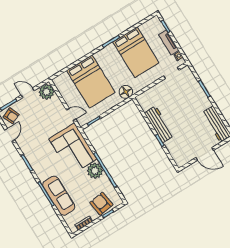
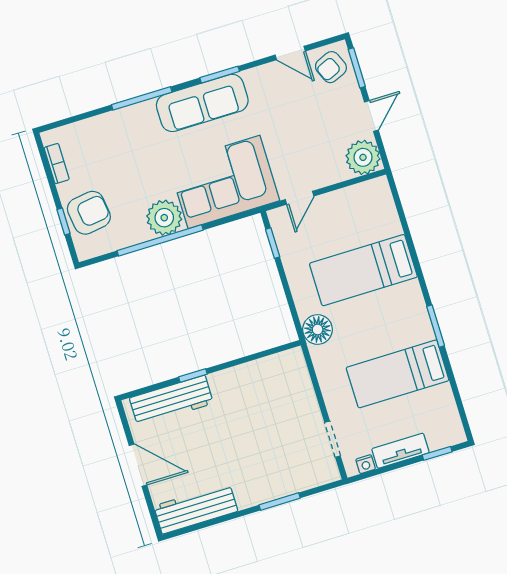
bed: (136, 52) -> (398, 374), width x0.67
bed: (91, 81) -> (363, 270), width x0.67
workbench: (159, 124) -> (171, 401), moved
door: (205, 154) -> (138, 465), swing flipped
sofa: (59, 196) -> (202, 103), moved

